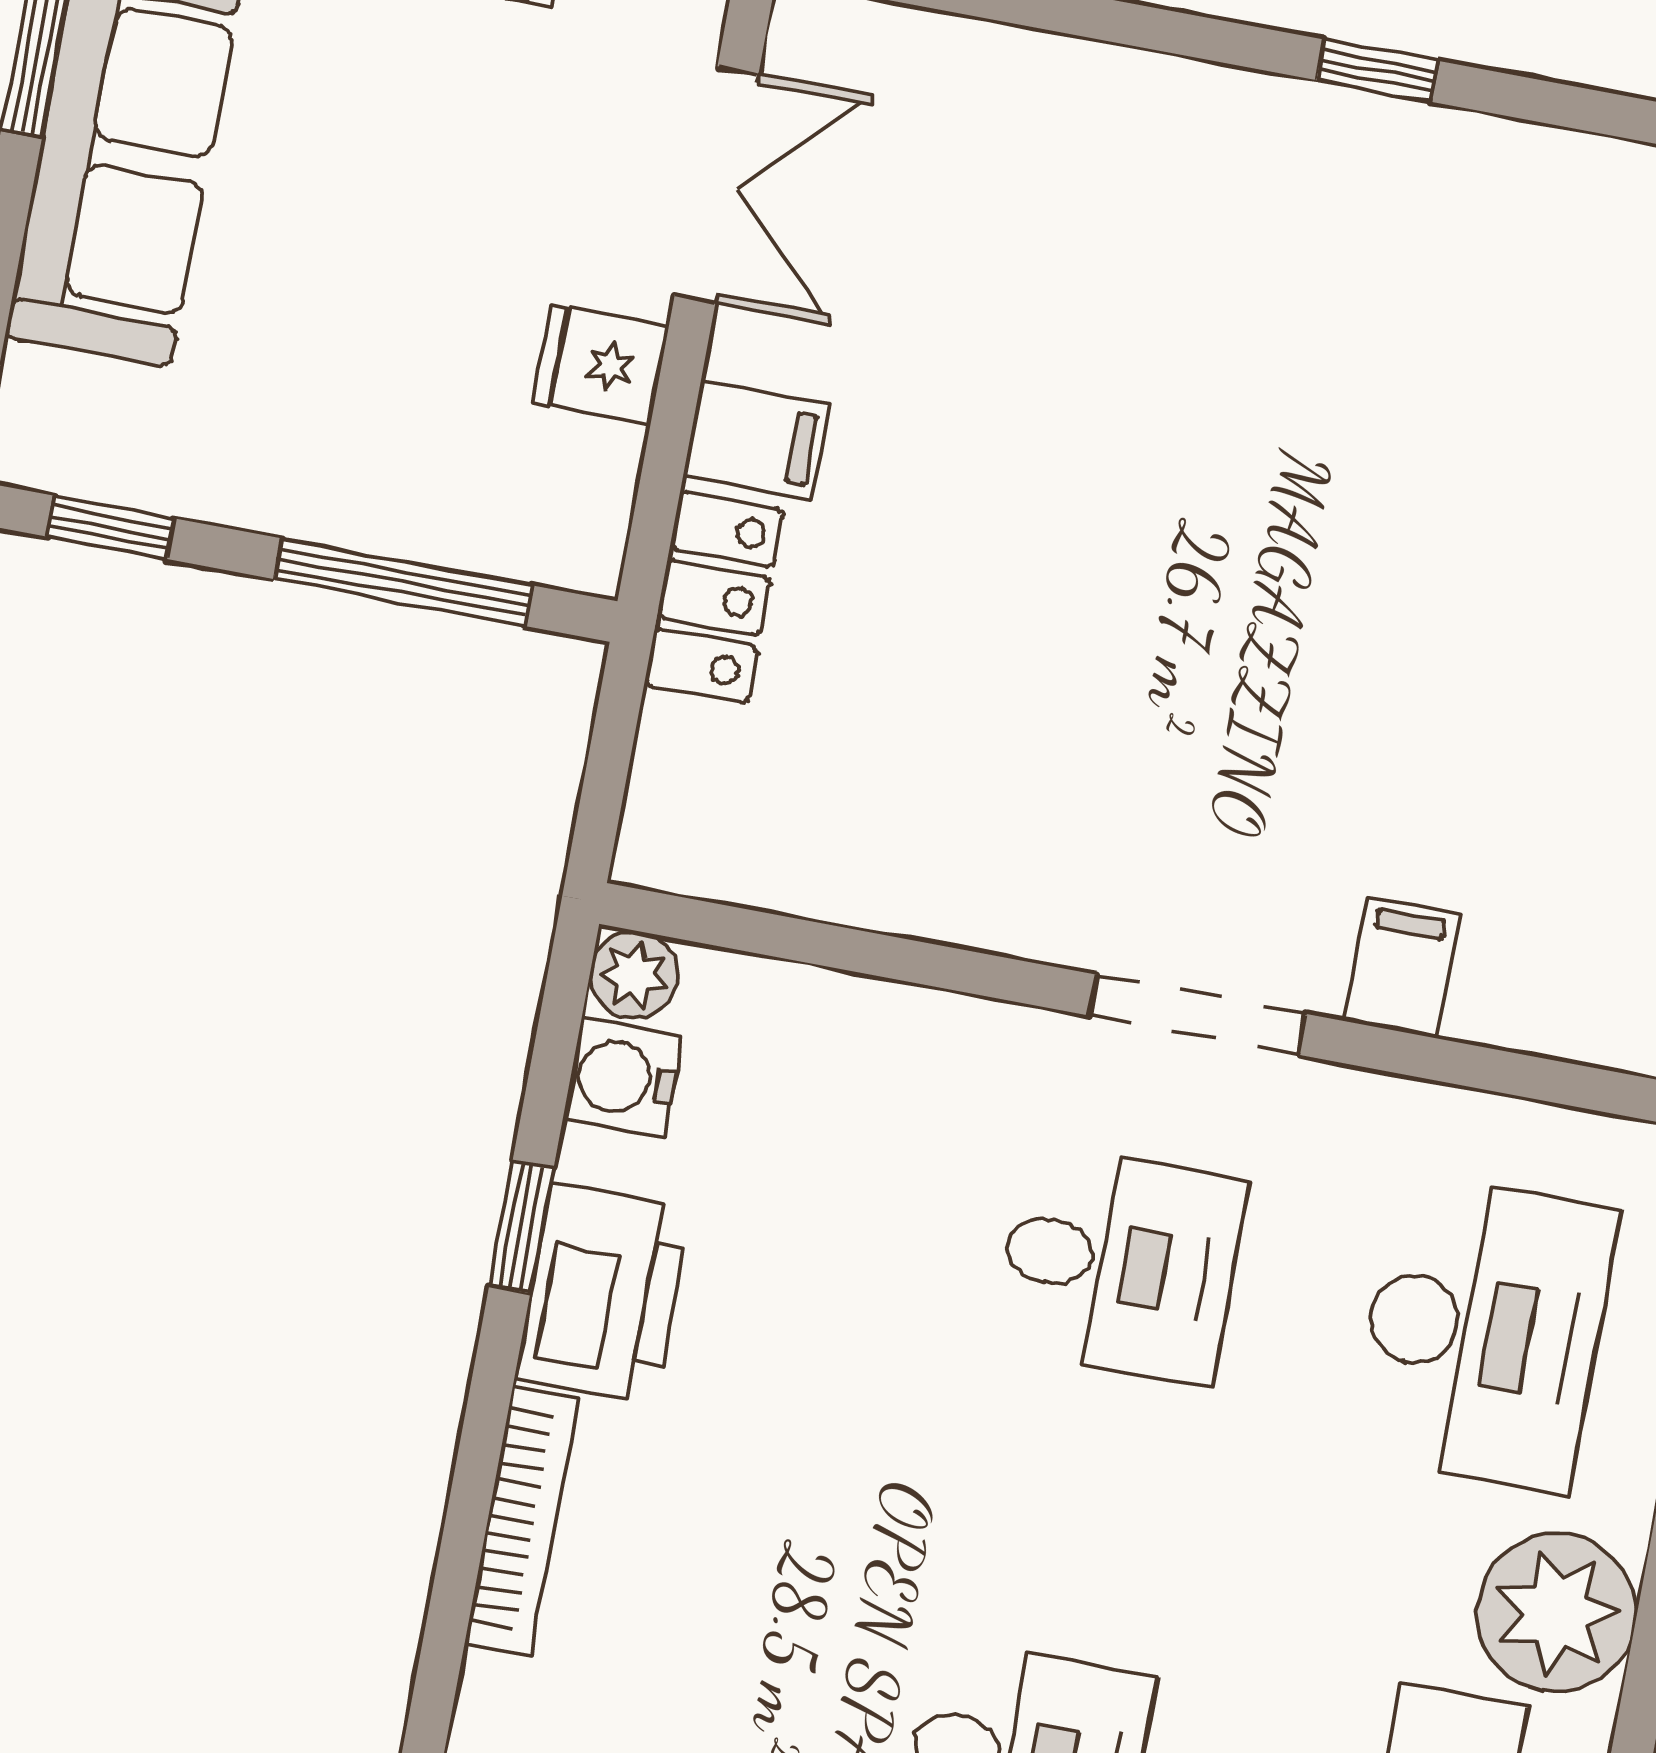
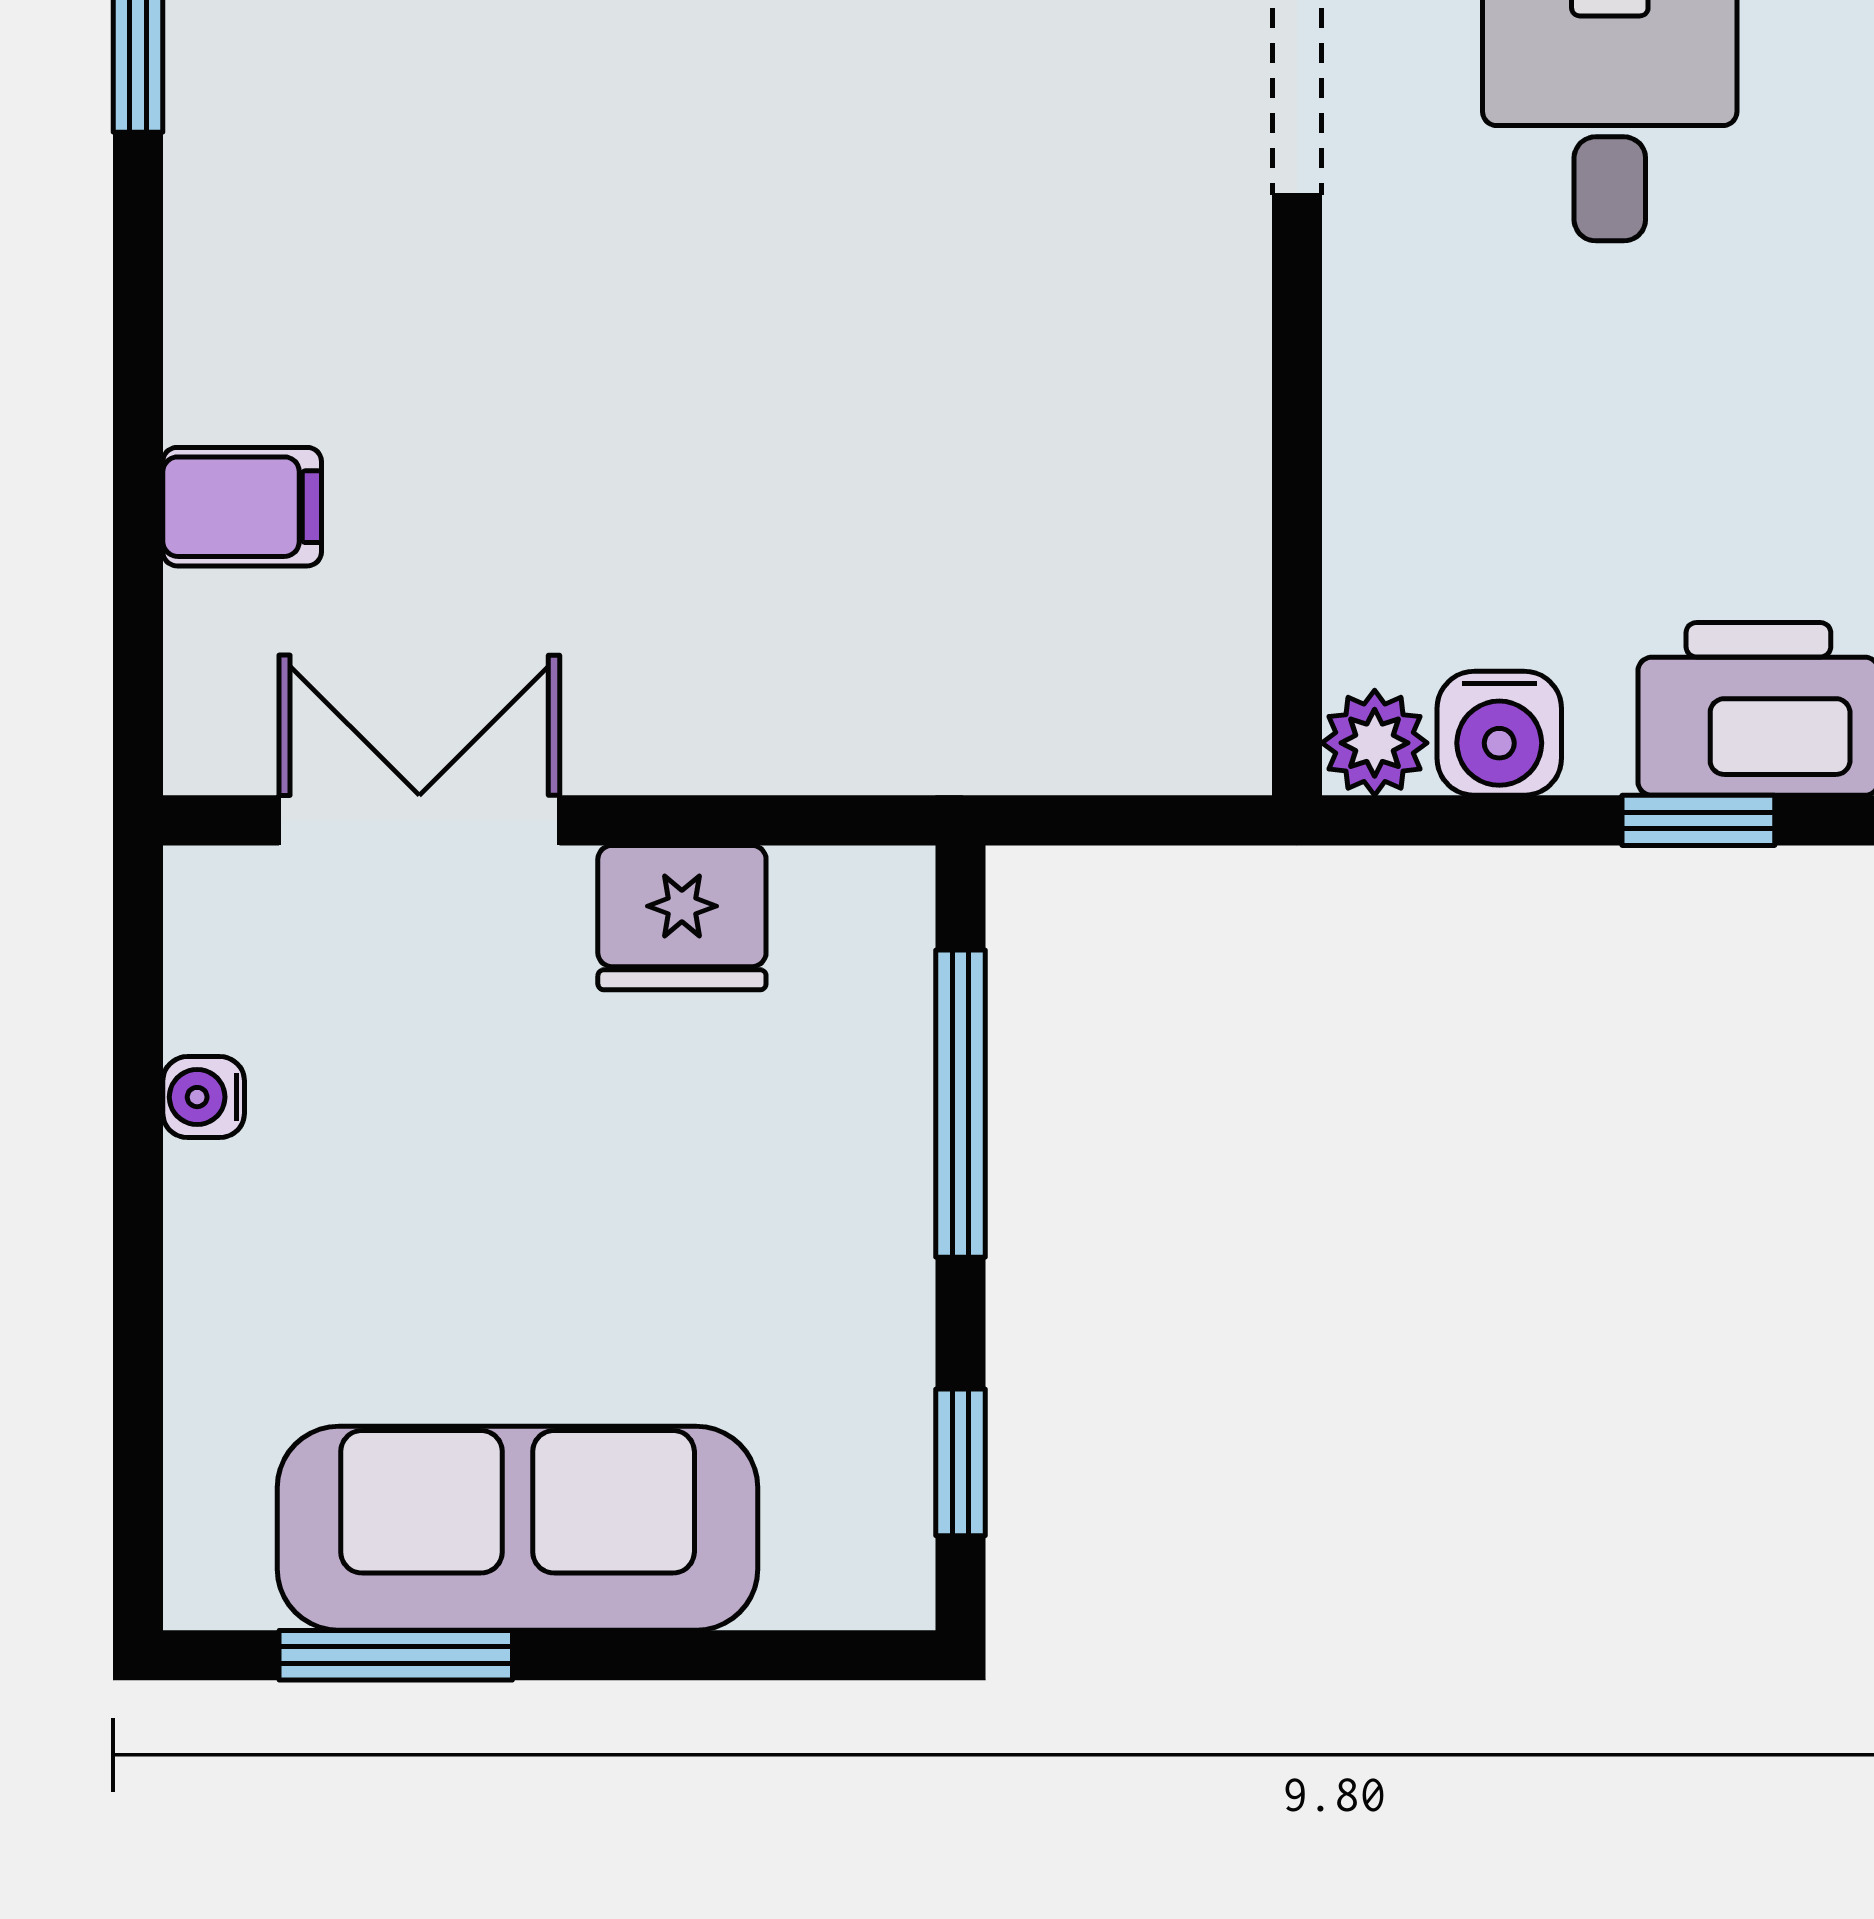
fridge: (601, 364) -> (682, 918), width x1.38
filing cabinet: (756, 440) -> (242, 507), moved, turned 90
locker: (714, 597) -> (910, 732), removed

